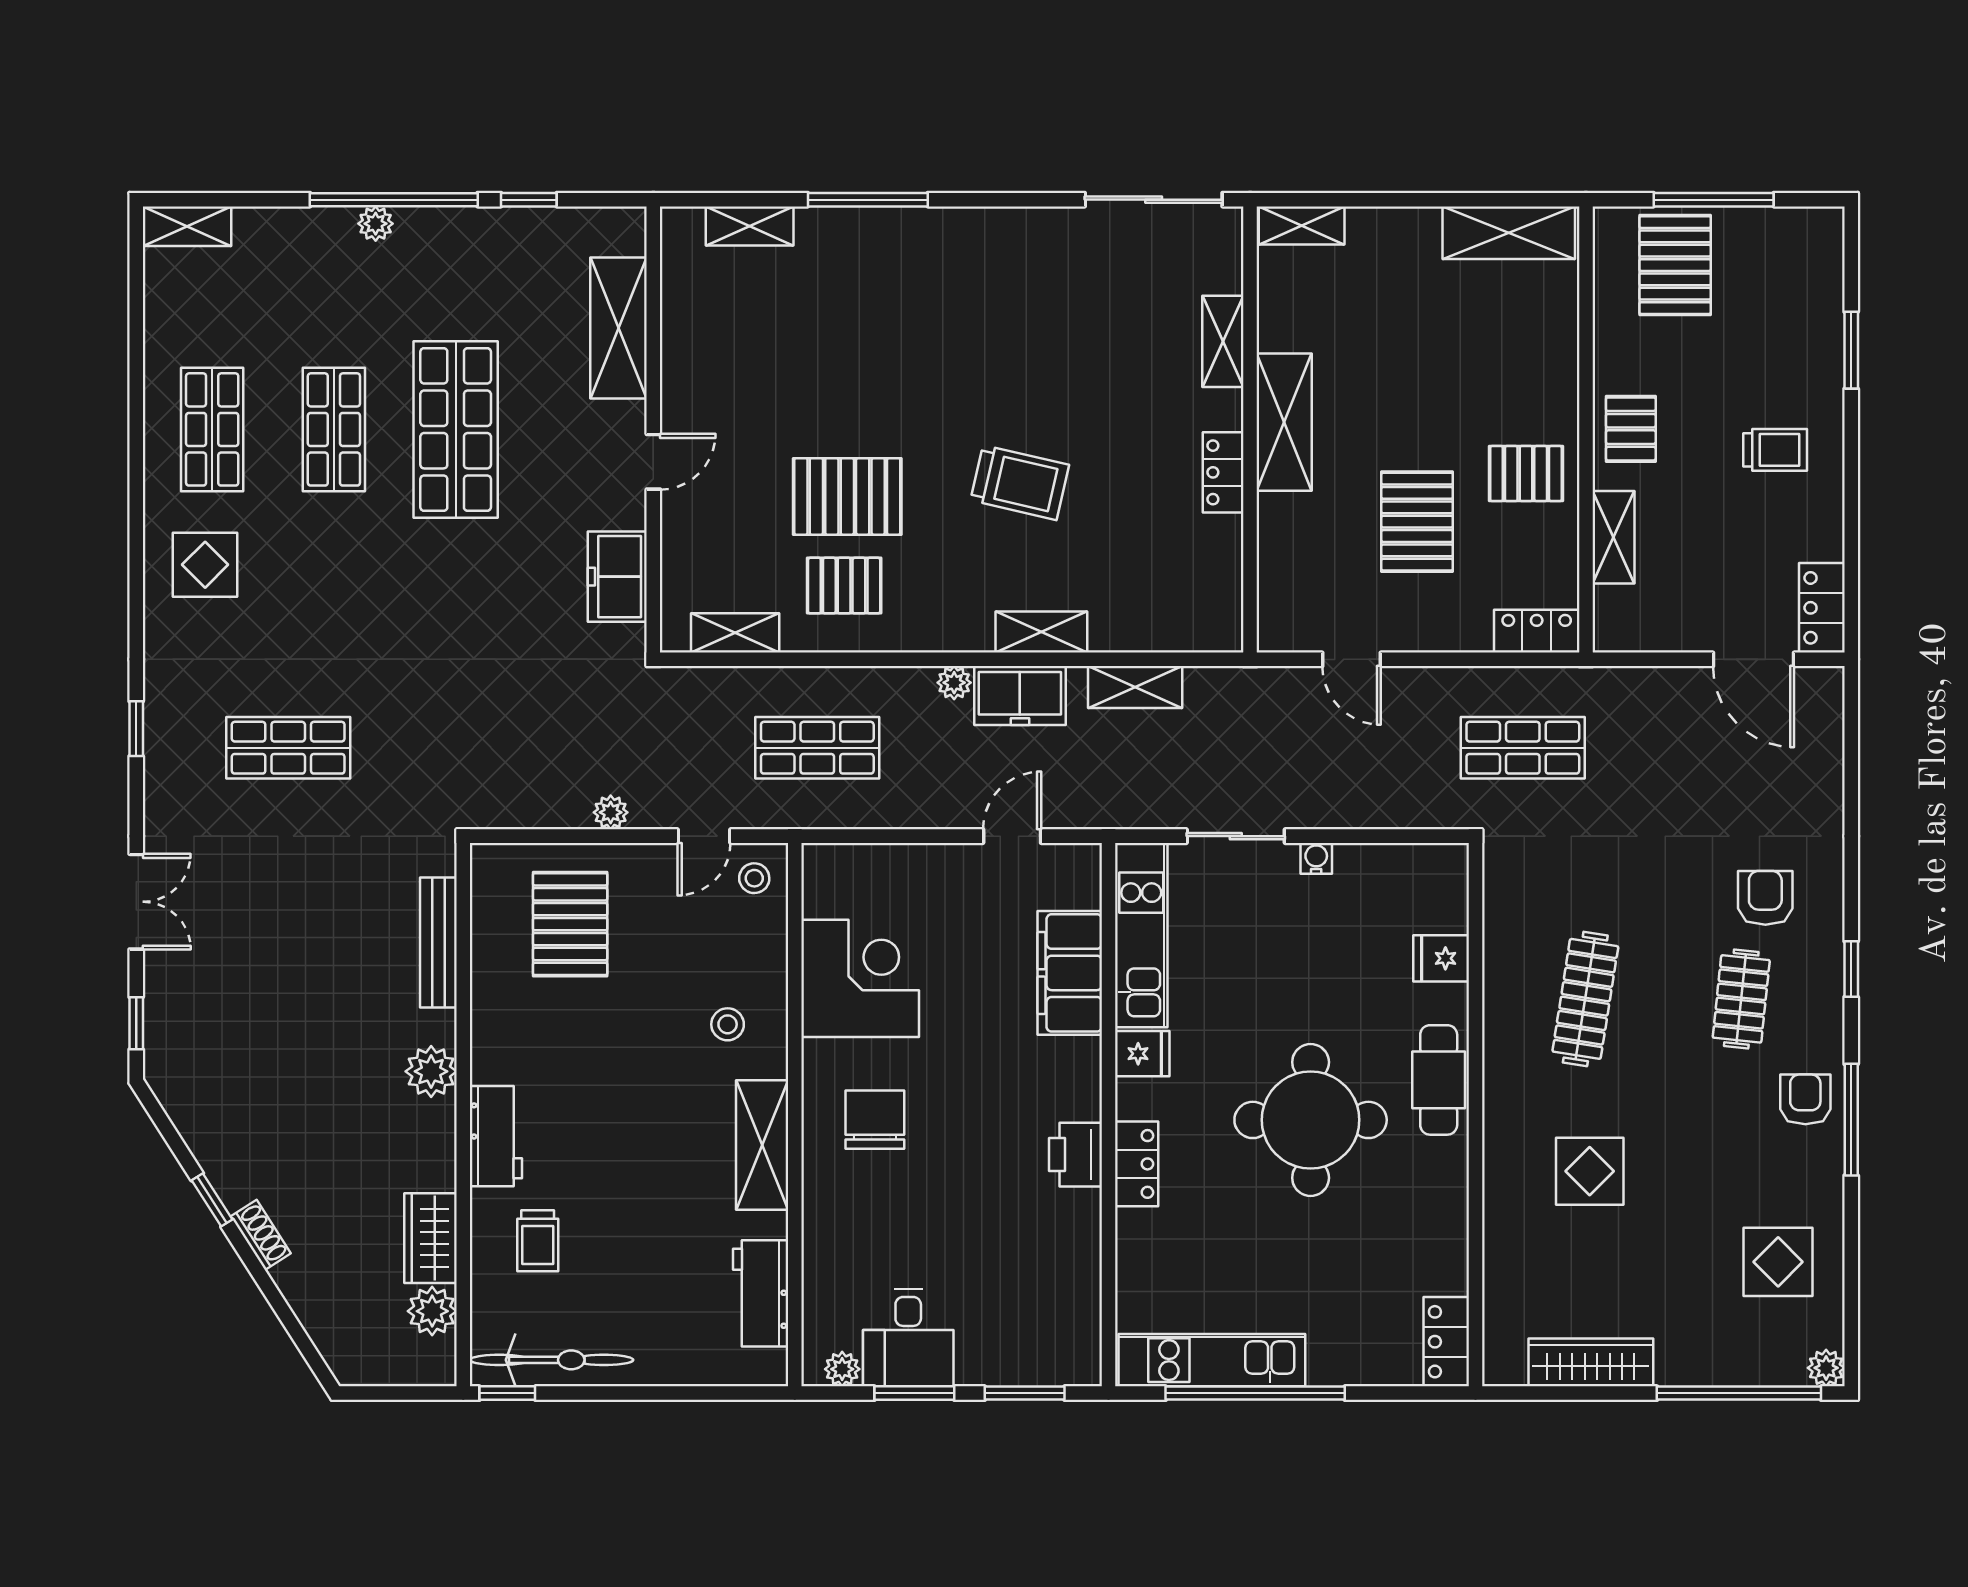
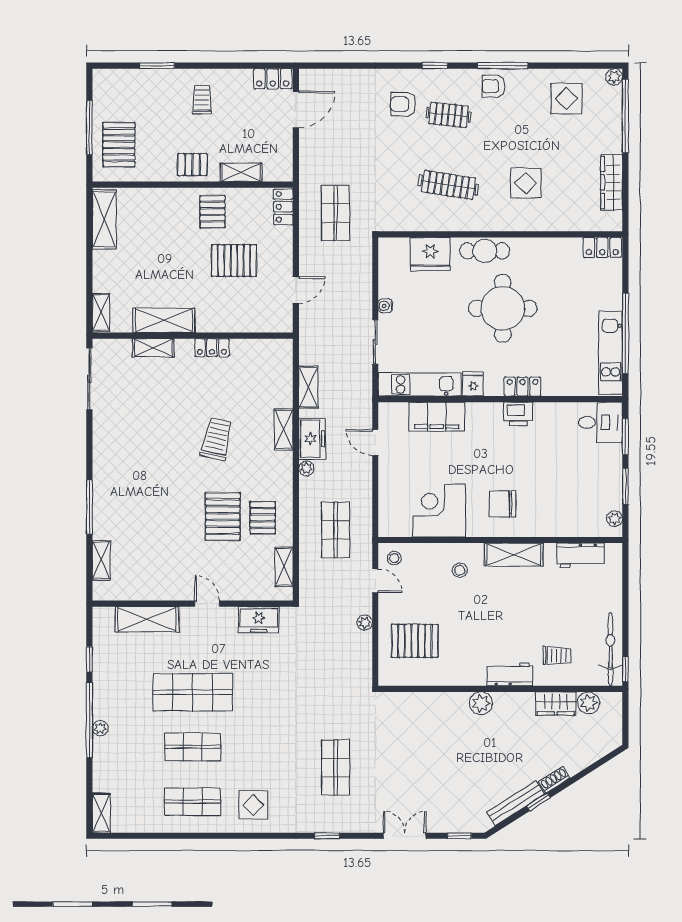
pallet: (1675, 265) -> (119, 145), turned 90
shelving: (1284, 422) -> (164, 320), moved
bench: (438, 943) -> (516, 803), moved, turned -33
fridge: (1441, 958) -> (430, 254), width x1.88, depth x1.34
desk: (908, 1338) -> (601, 422), moved

